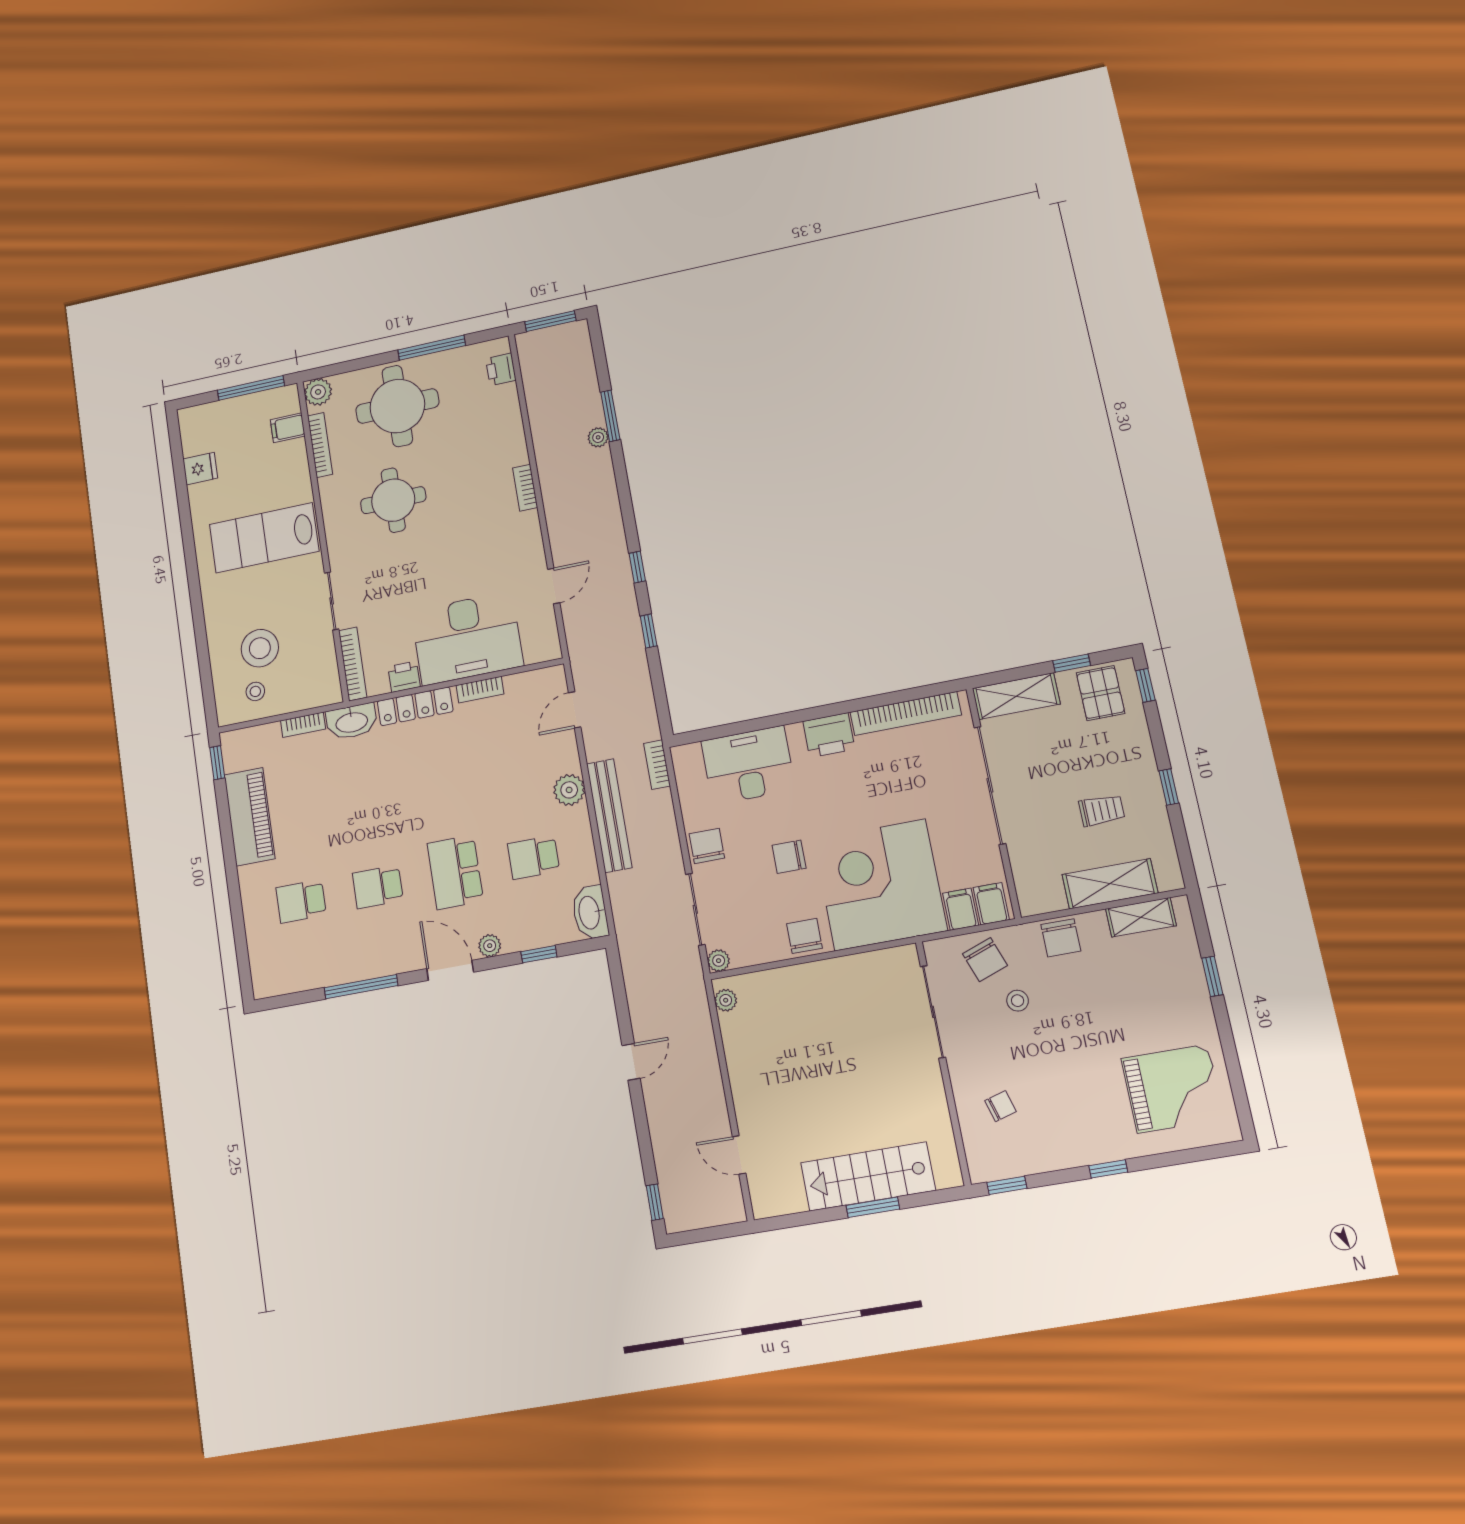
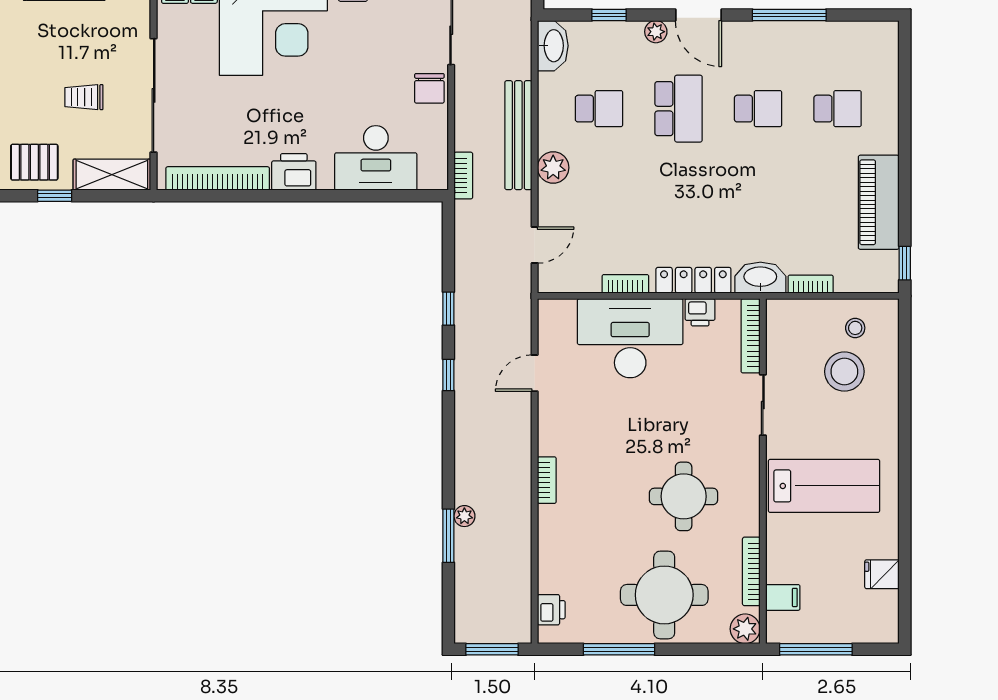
pallet: (1101, 693) -> (34, 162), turned 90
trolley: (1102, 810) -> (84, 97), moved
chair: (789, 857) -> (353, 64), removed

